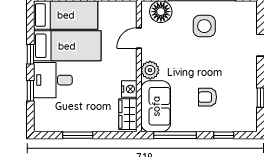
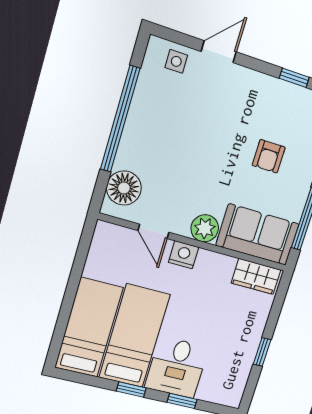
side table: (204, 26) -> (176, 61), moved, width x0.54, depth x0.54
nightstand: (129, 89) -> (184, 255), moved
window: (78, 135) -> (262, 352), width x0.67

